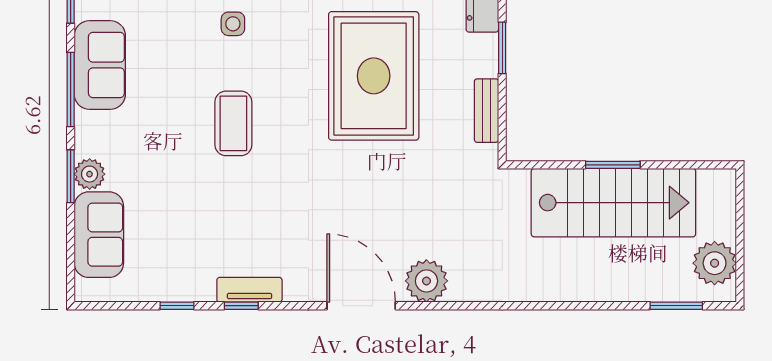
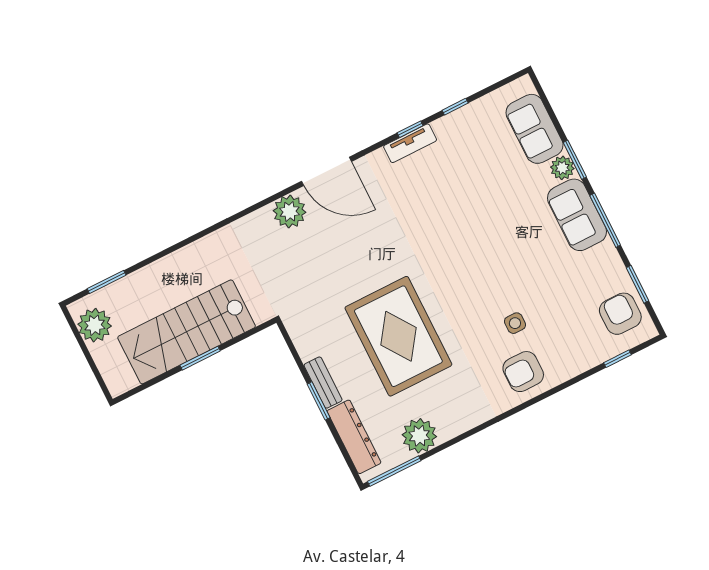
sofa: (100, 65) -> (577, 215), moved
bench: (486, 111) -> (323, 383), moved
coffee table: (233, 123) -> (480, 254), removed

